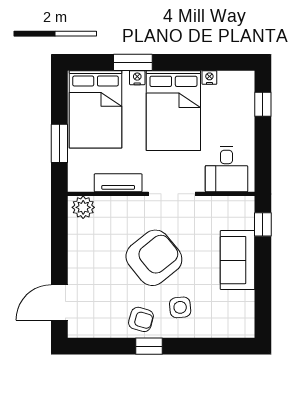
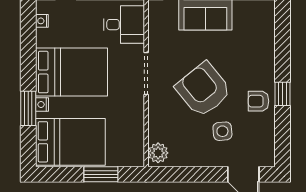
nightstand: (209, 77) -> (42, 21), moved
tv unit: (118, 183) -> (136, 122), removed
side table: (180, 307) -> (222, 131), moved
armchair: (141, 319) -> (259, 101), turned -106

